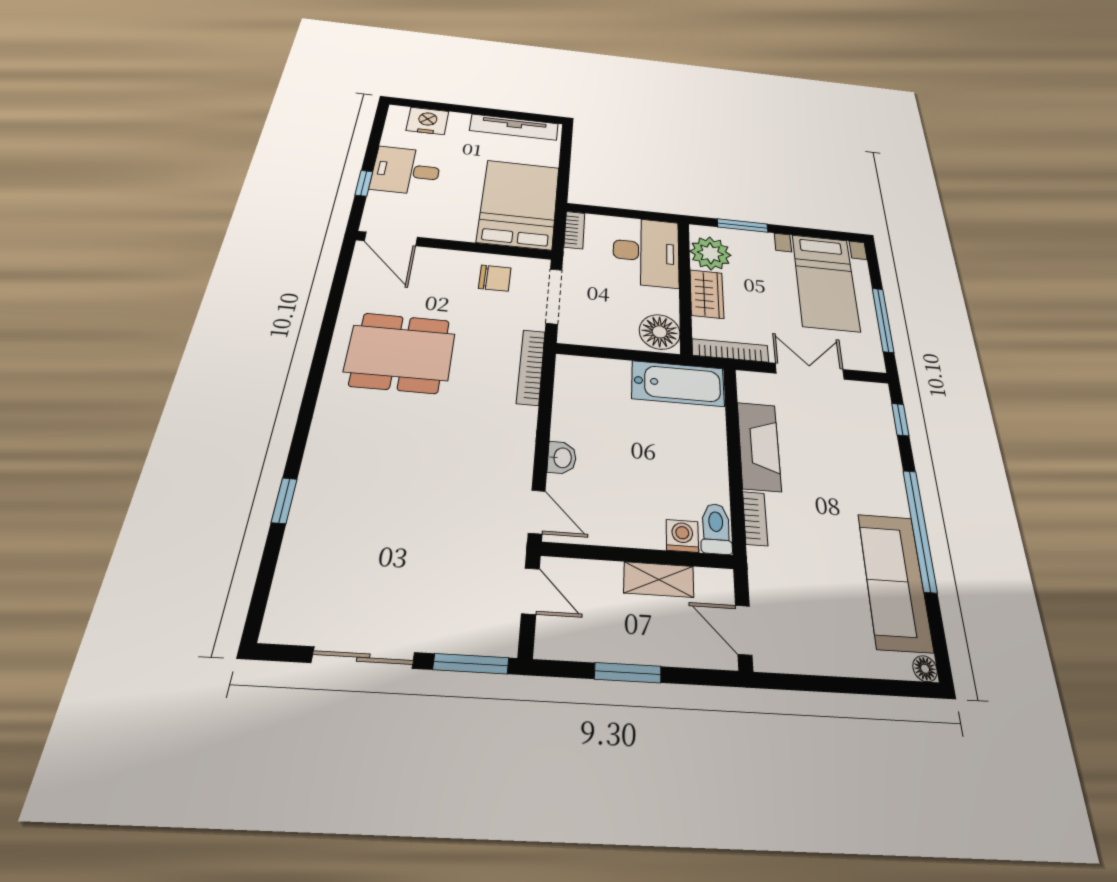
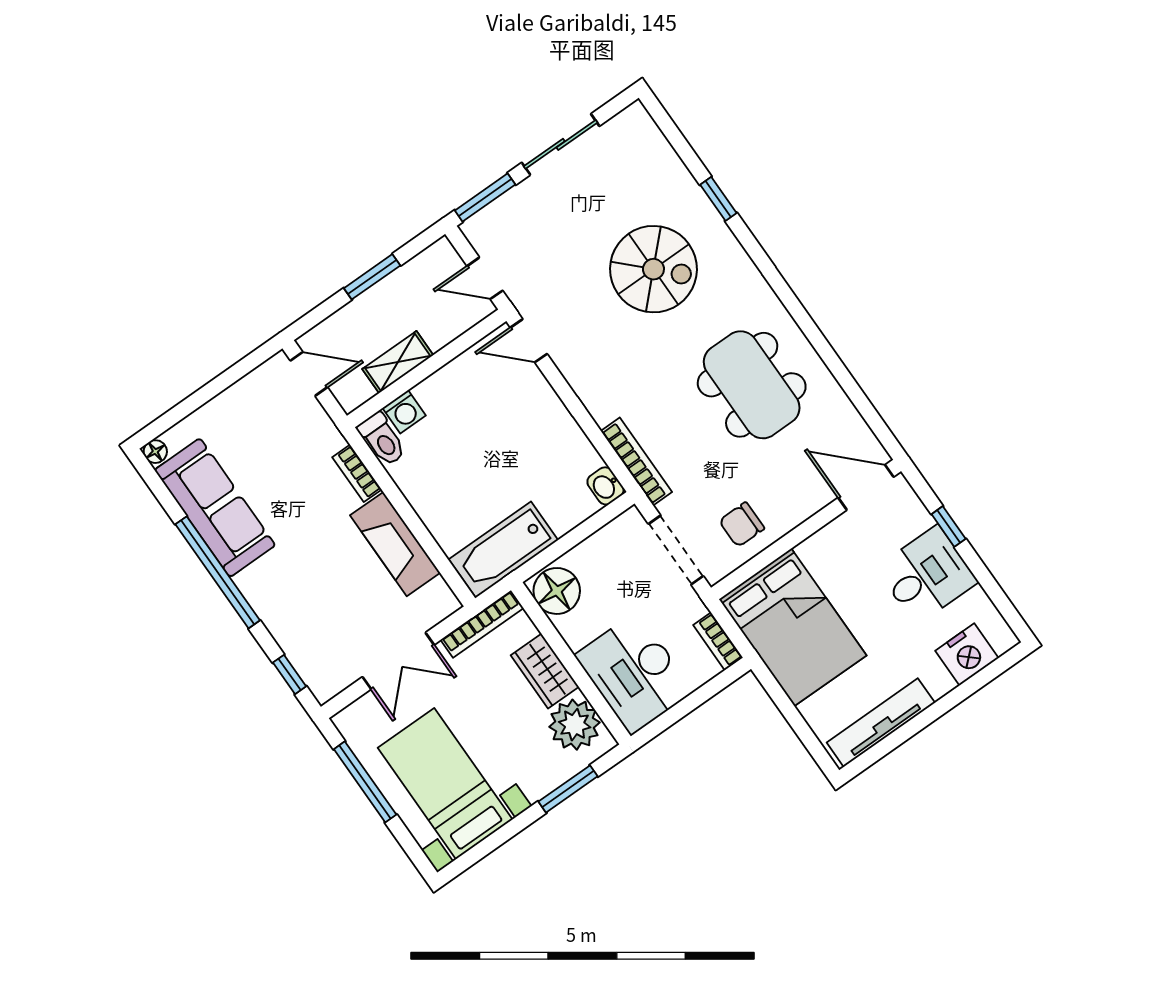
dining table: (400, 353) -> (752, 385), turned 90
washbasin: (562, 458) -> (605, 486), moved
spiral stairs: (389, 488) -> (653, 269), added

